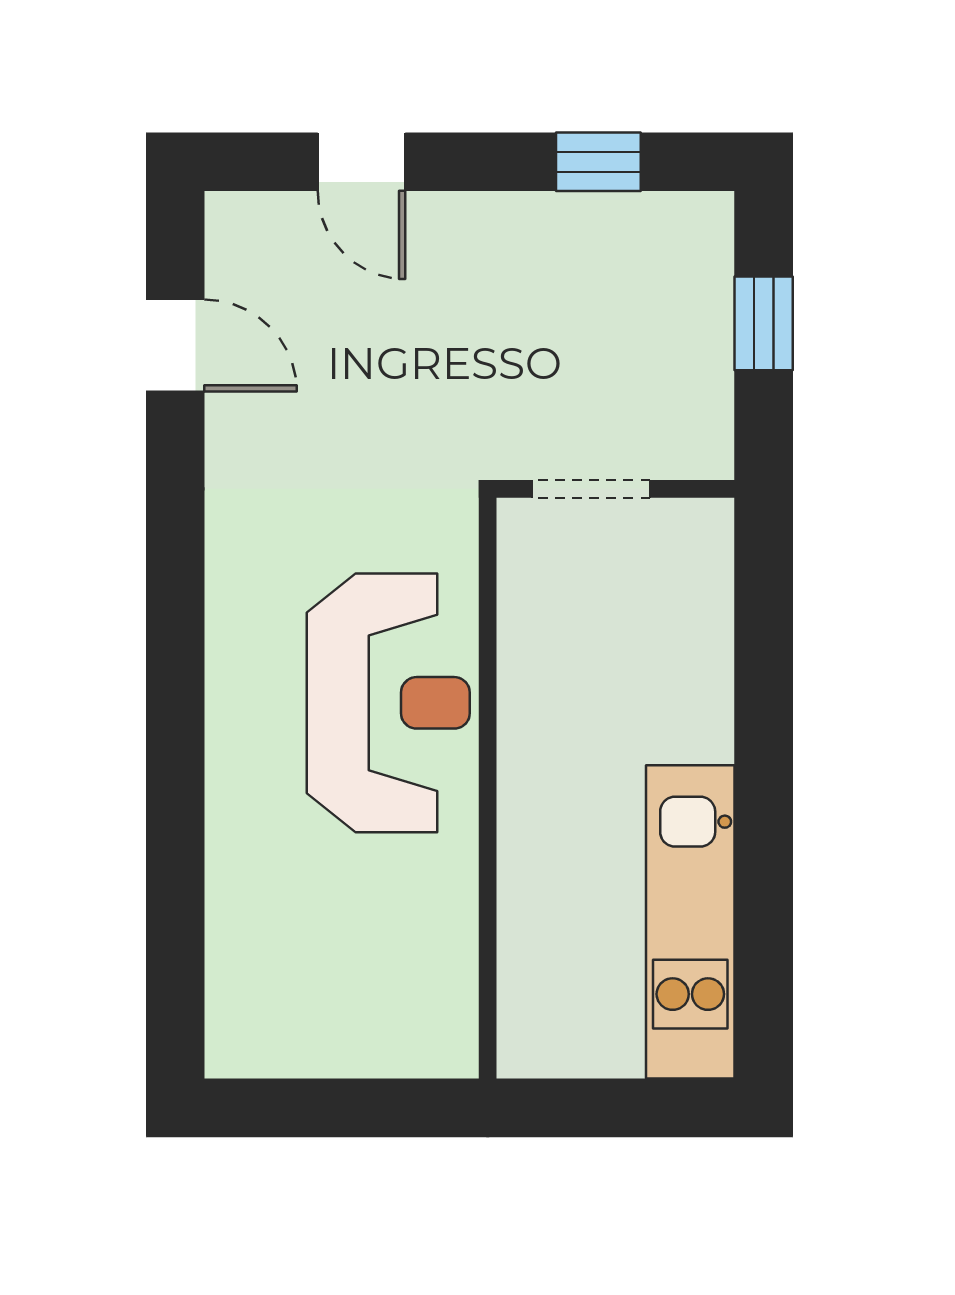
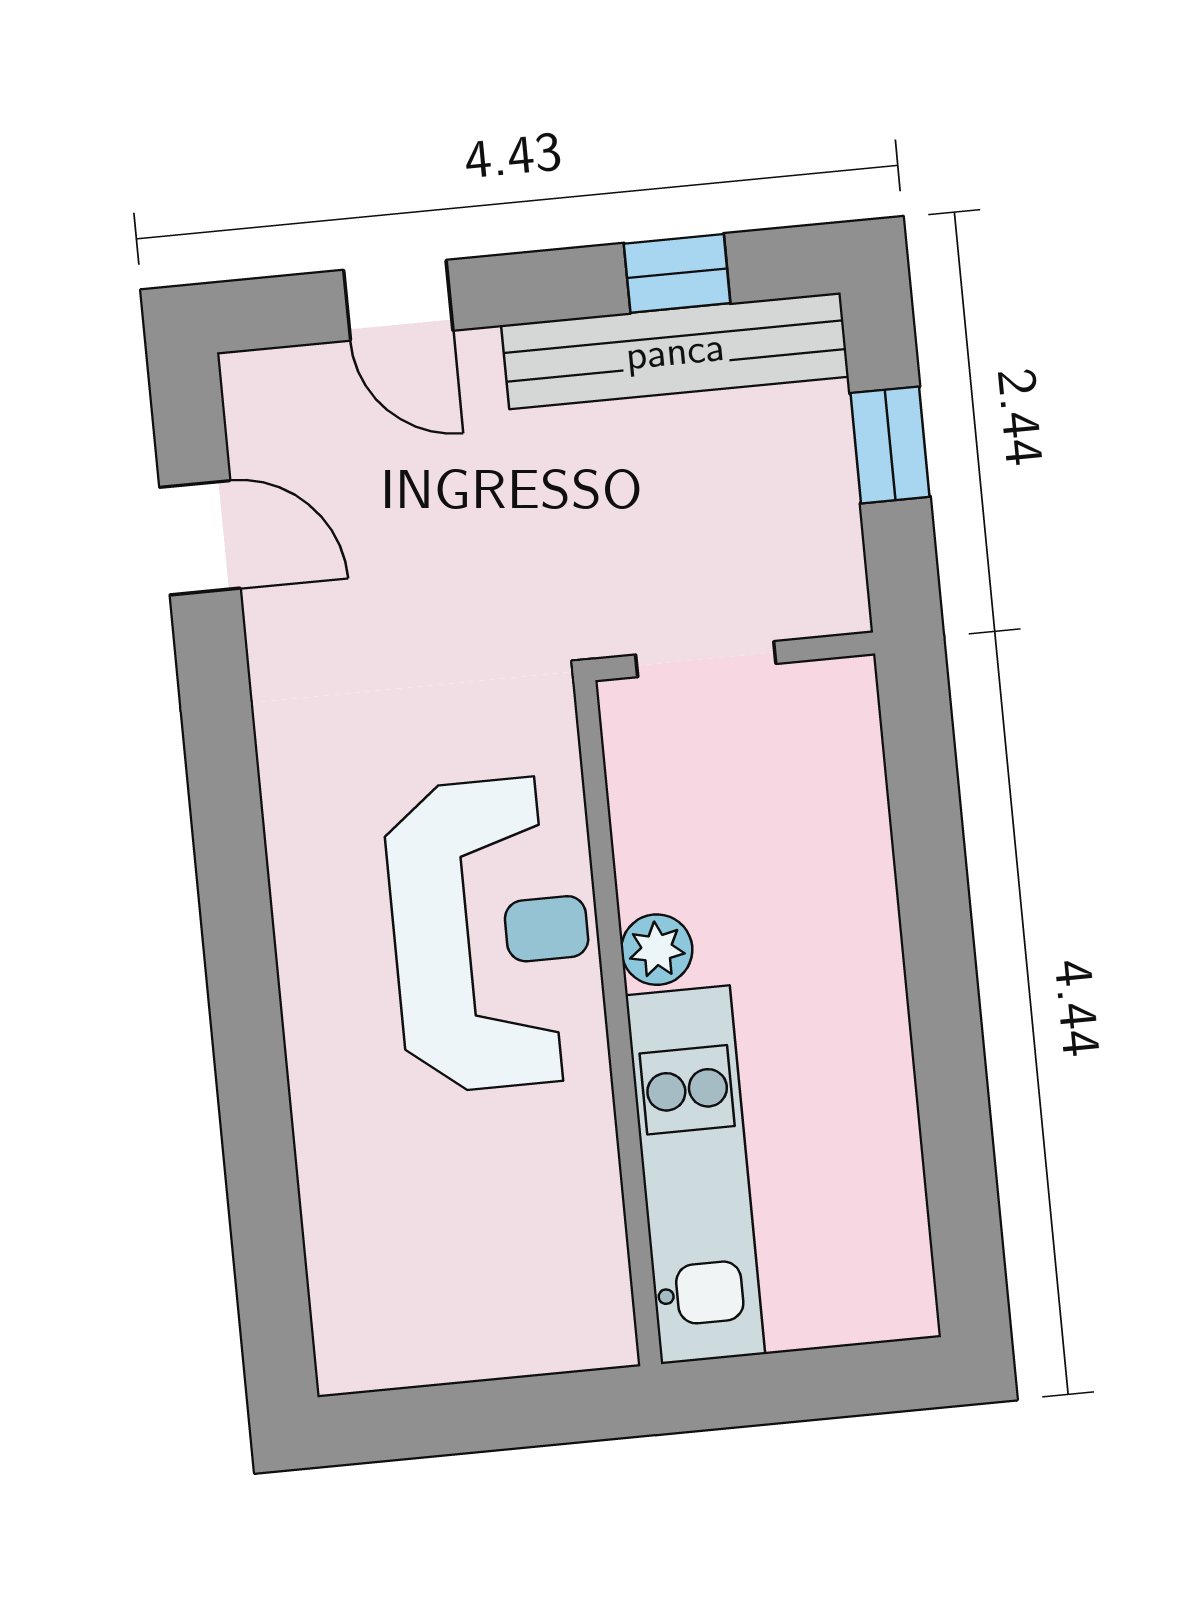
bench: (590, 227) -> (675, 351), added
plant: (526, 729) -> (657, 950), added
kitchen unit: (690, 922) -> (695, 1175), moved, turned 180

